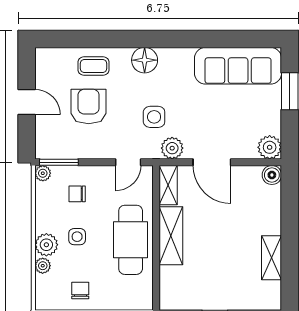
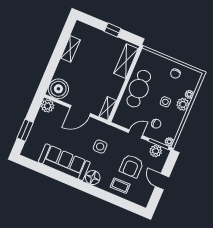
sofa: (238, 66) -> (64, 162), moved
plant: (172, 148) -> (156, 151), moved
door: (128, 162) -> (135, 134), moved
door: (212, 162) -> (80, 111), swing flipped
boiler: (272, 175) -> (58, 89), width x1.86, depth x1.86
shelving: (171, 236) -> (126, 61), moved

